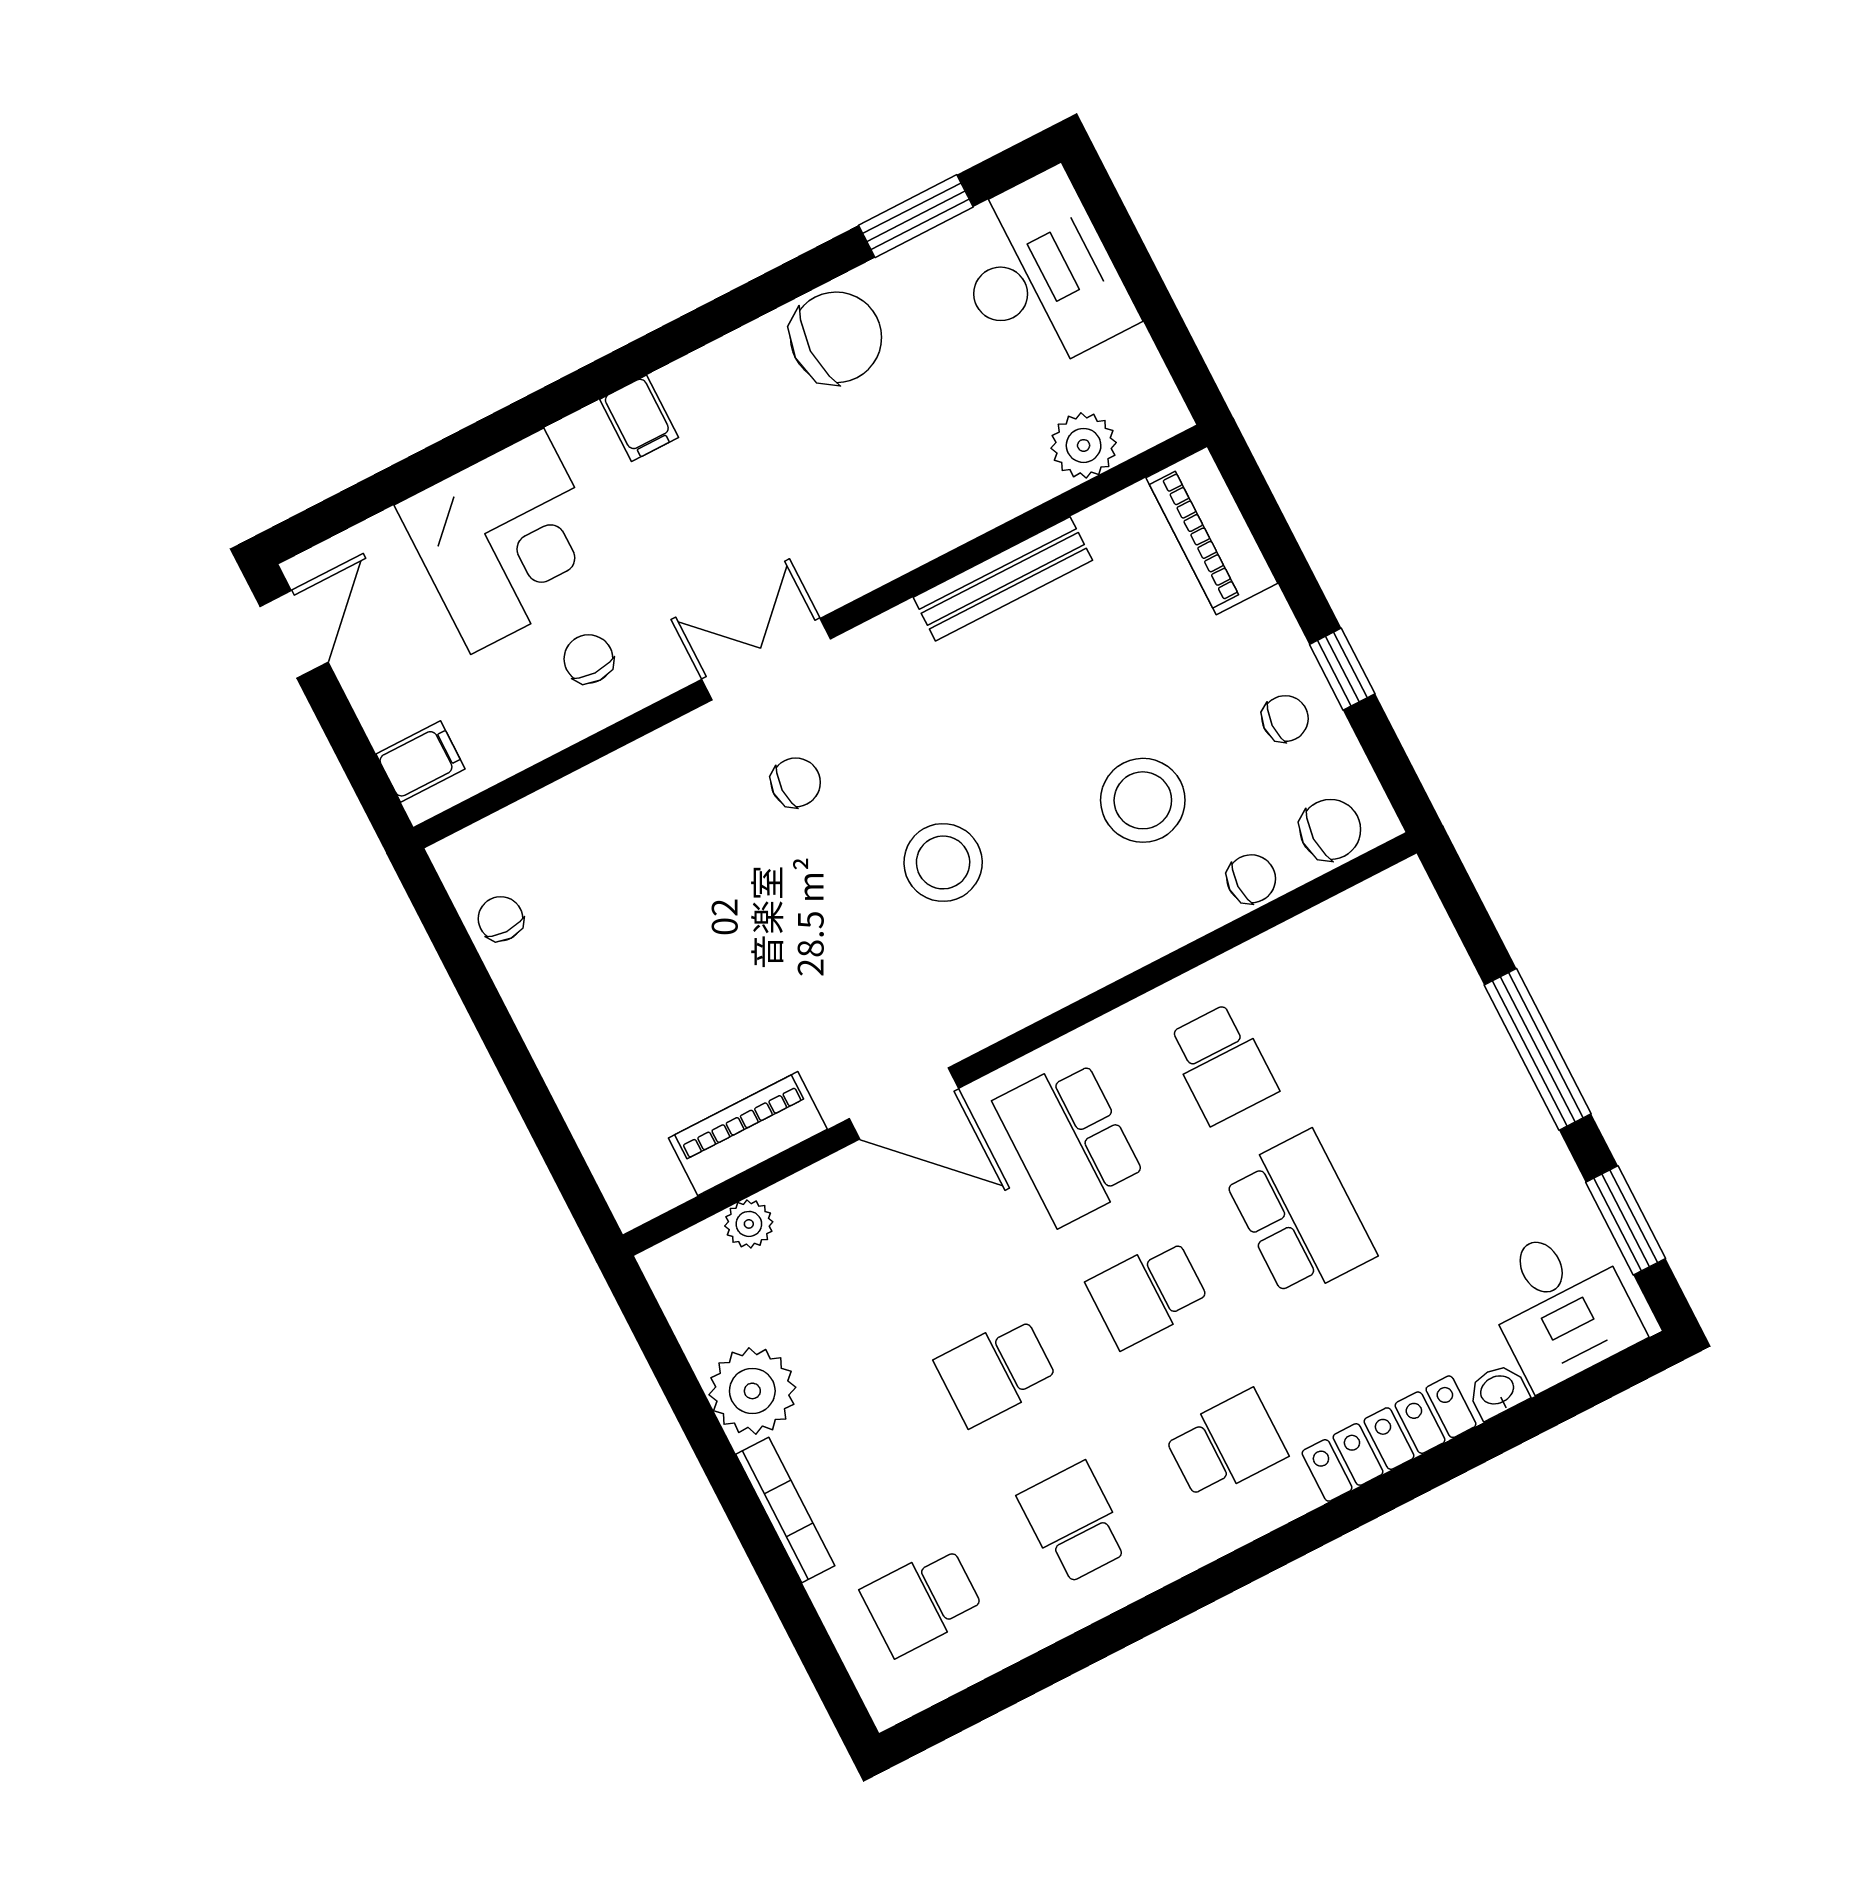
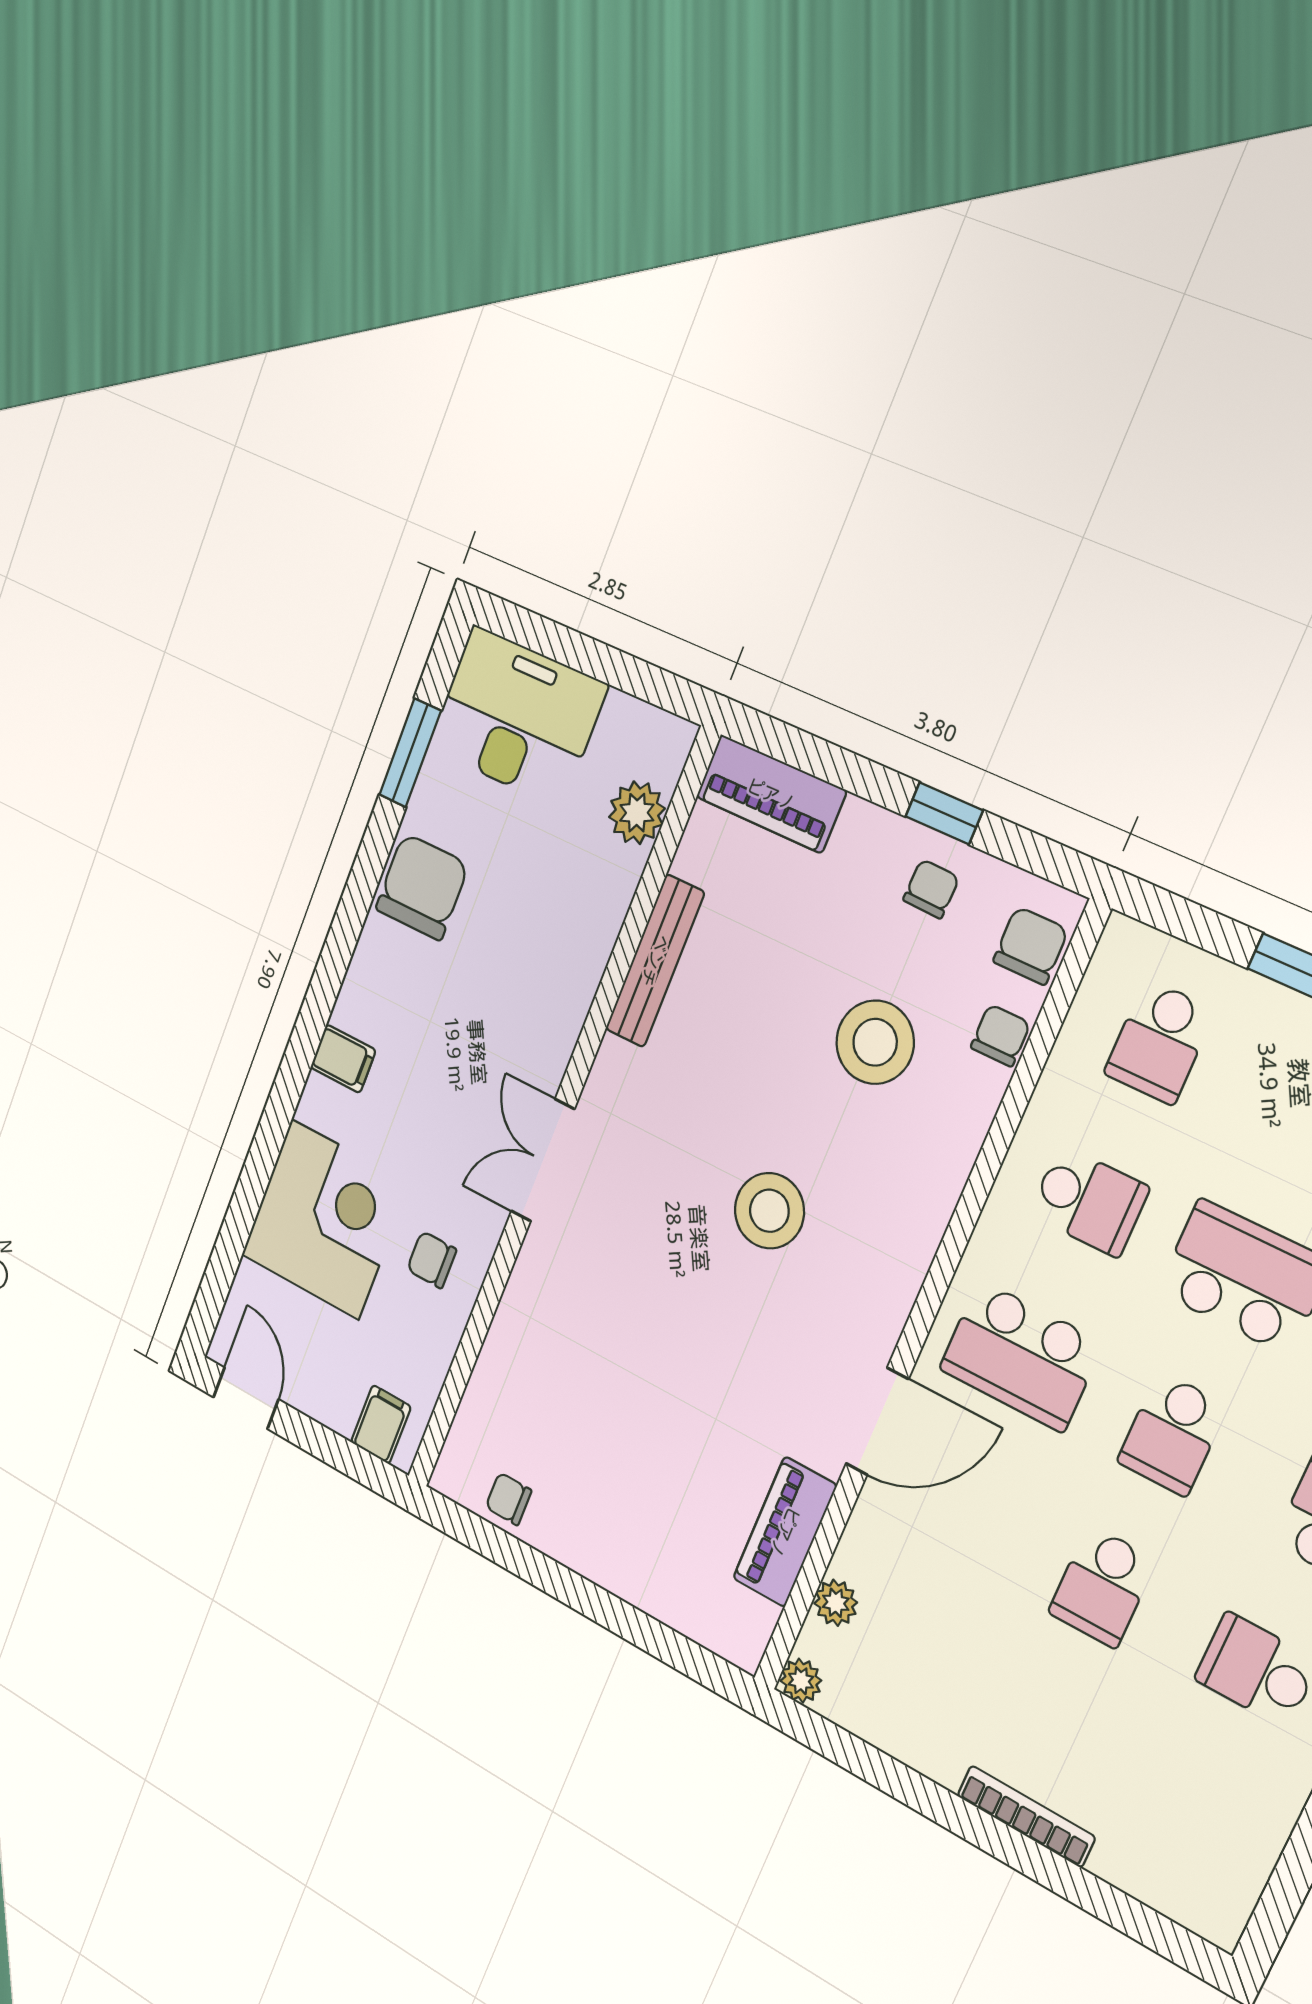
chair: (796, 782) -> (627, 1235), removed
plant: (752, 1391) -> (801, 1681), moved, width x0.53, depth x0.53
school desk: (922, 1601) -> (1159, 1042), moved

